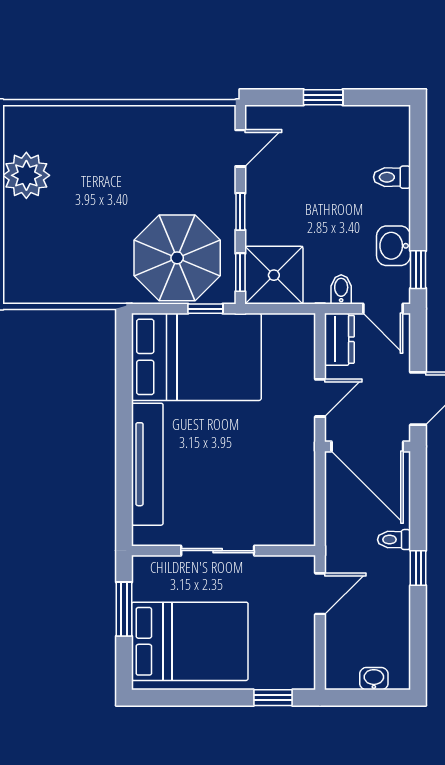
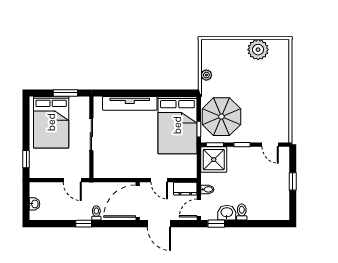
toilet: (392, 177) -> (242, 212), moved
plant: (84, 292) -> (206, 75), added

